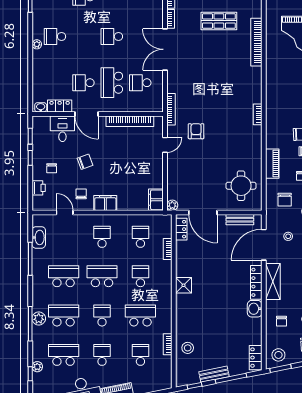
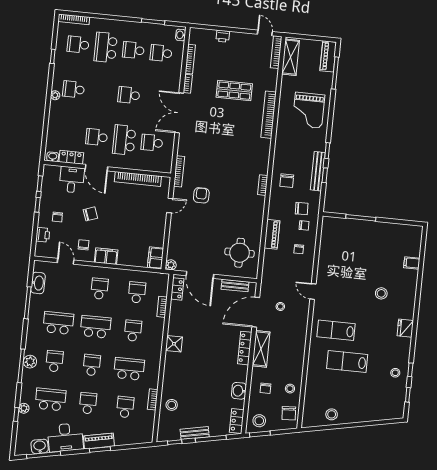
chair: (285, 200) -> (287, 181), moved
washbasin: (255, 309) -> (239, 391), moved
school desk: (64, 316) -> (54, 361), width x0.54

